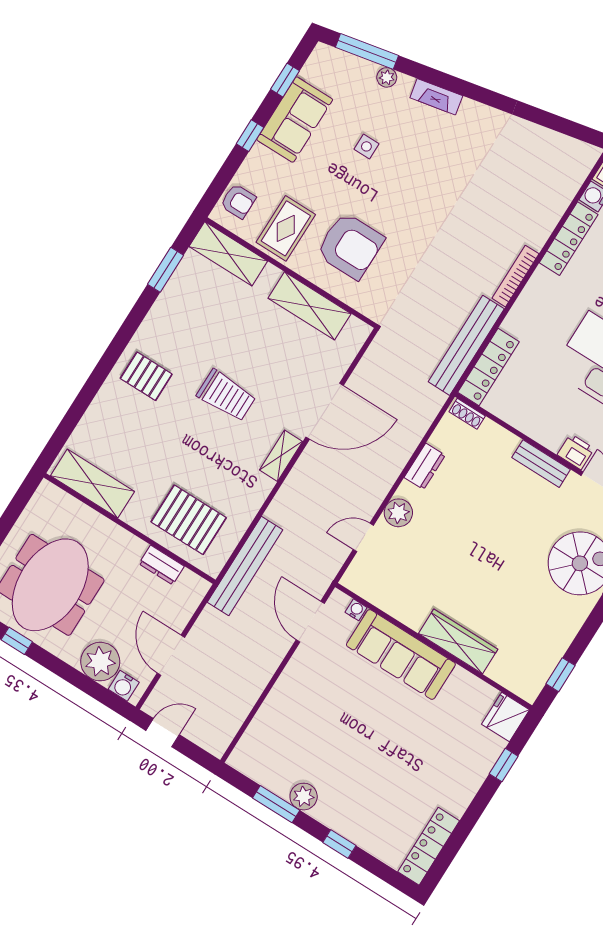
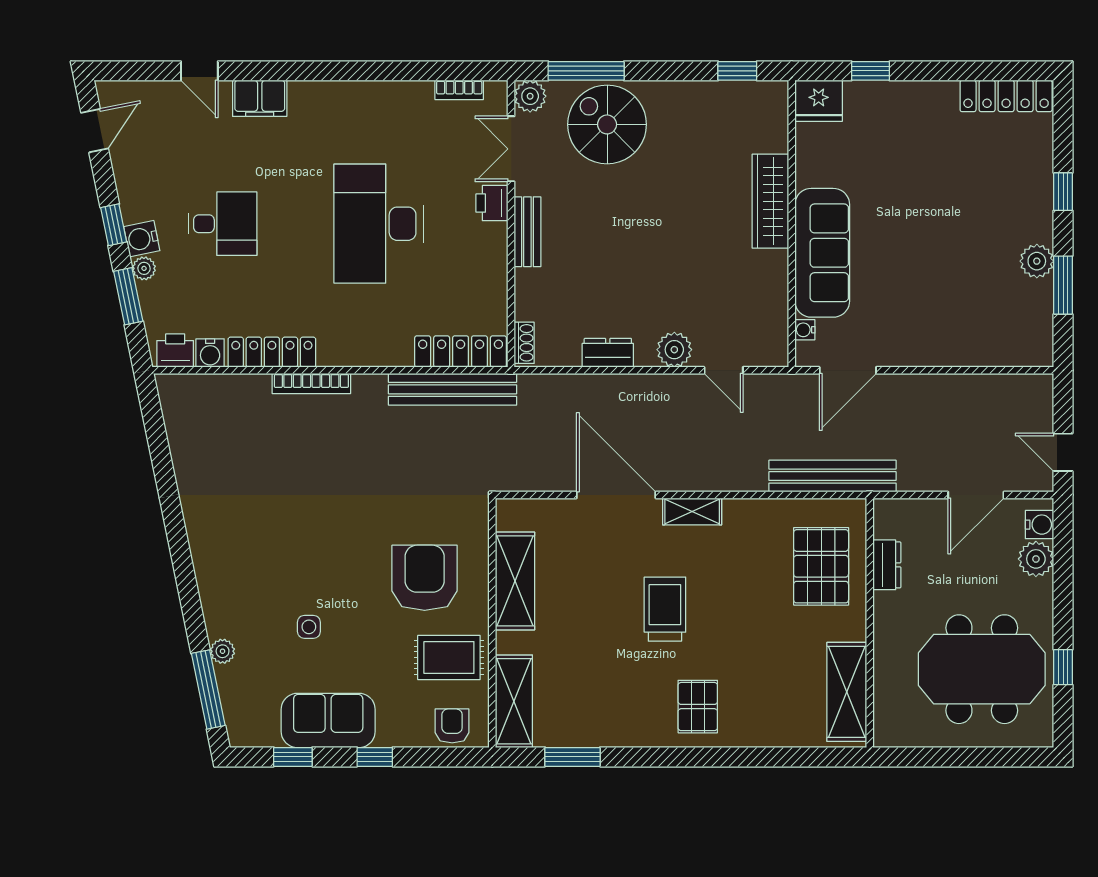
fireplace: (436, 97) -> (210, 586), removed
bookcase: (515, 276) -> (311, 383), moved
plant: (100, 662) -> (1036, 559), width x0.73, depth x0.73

